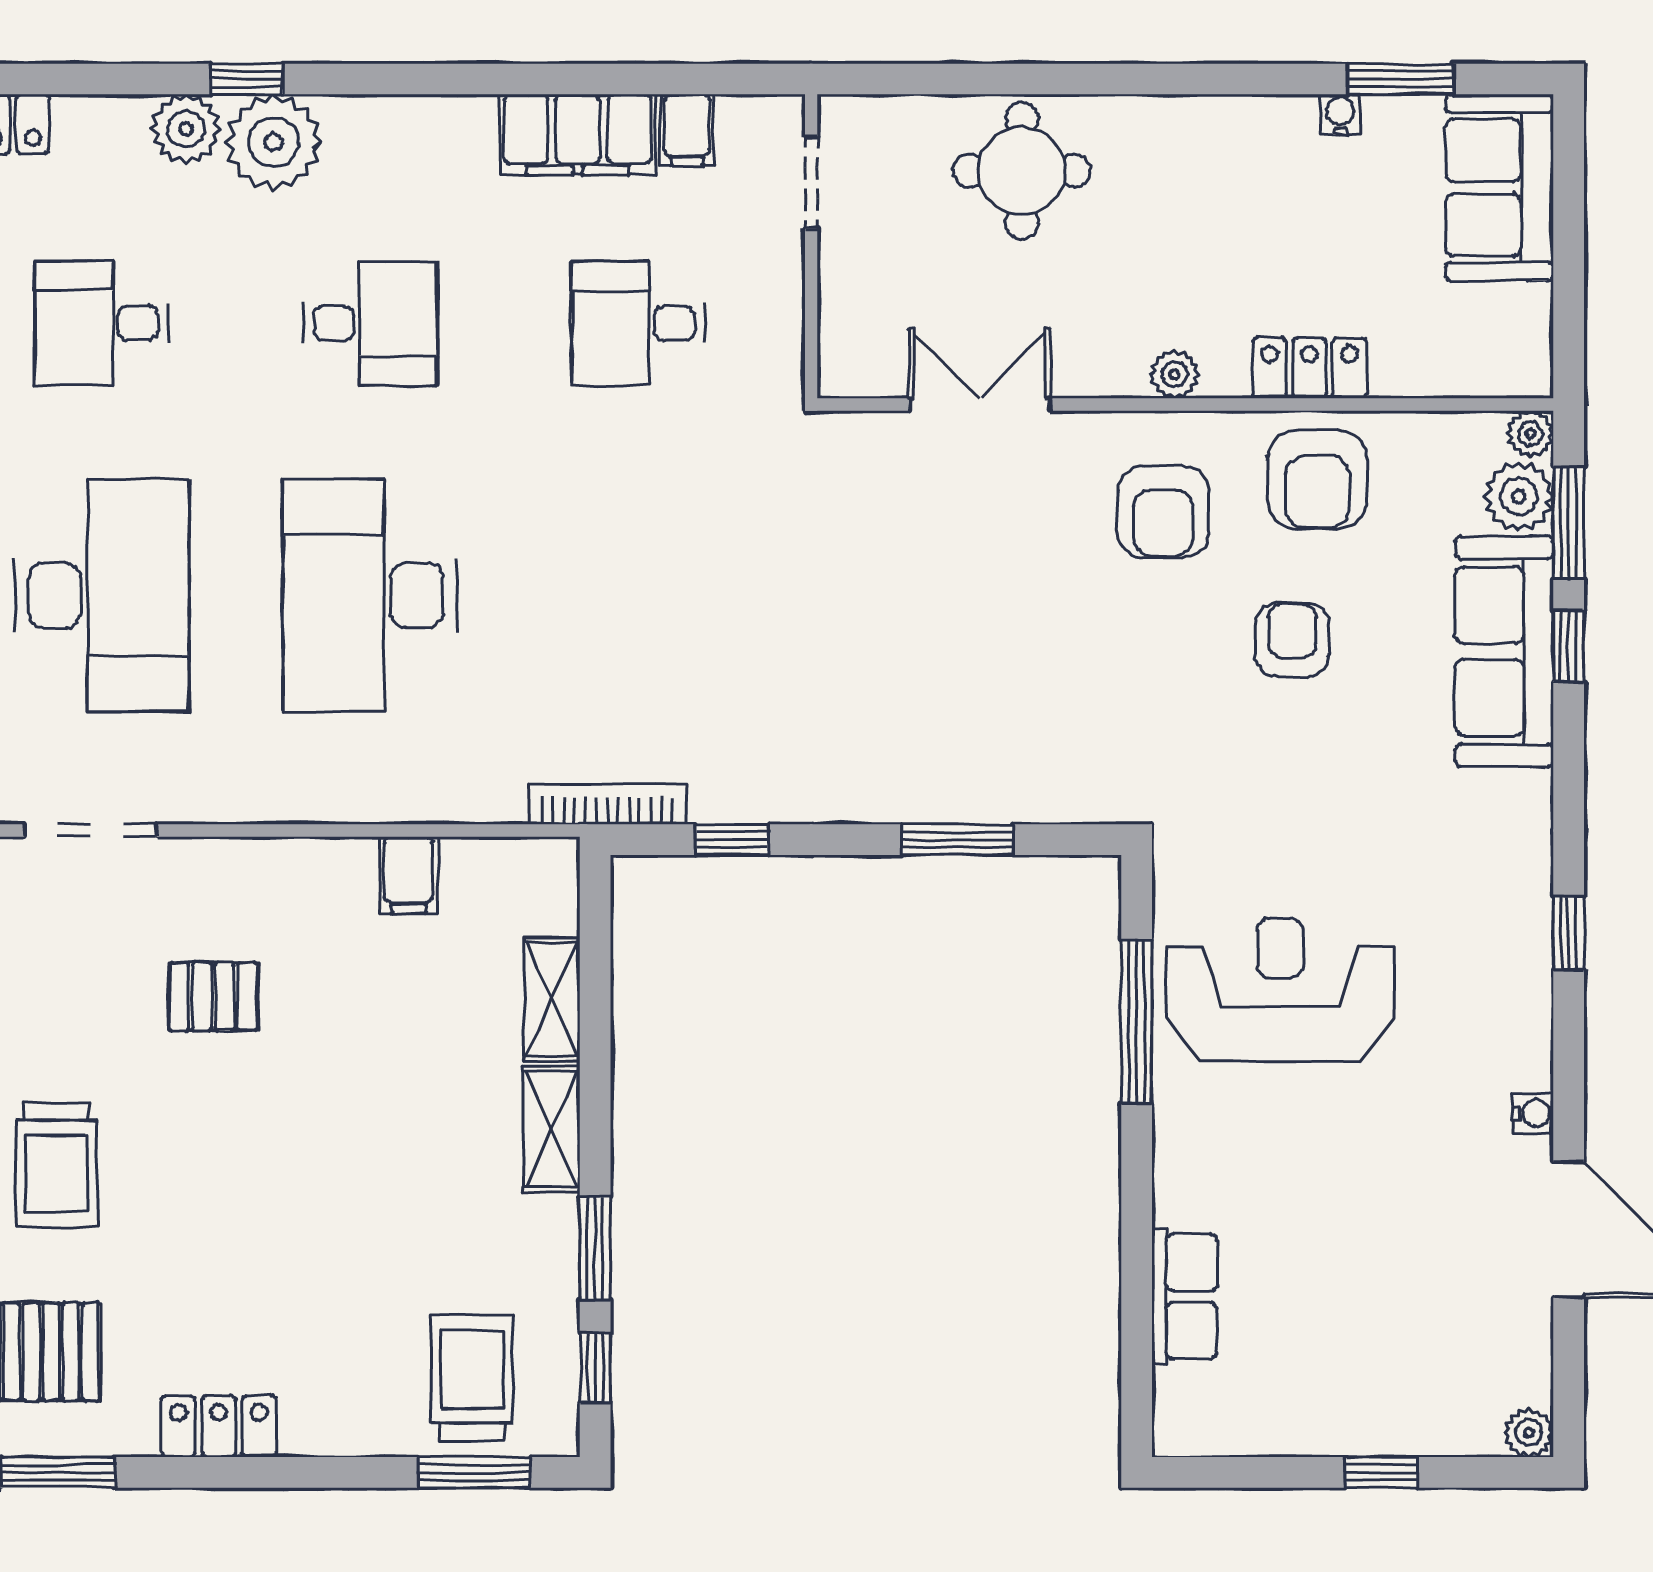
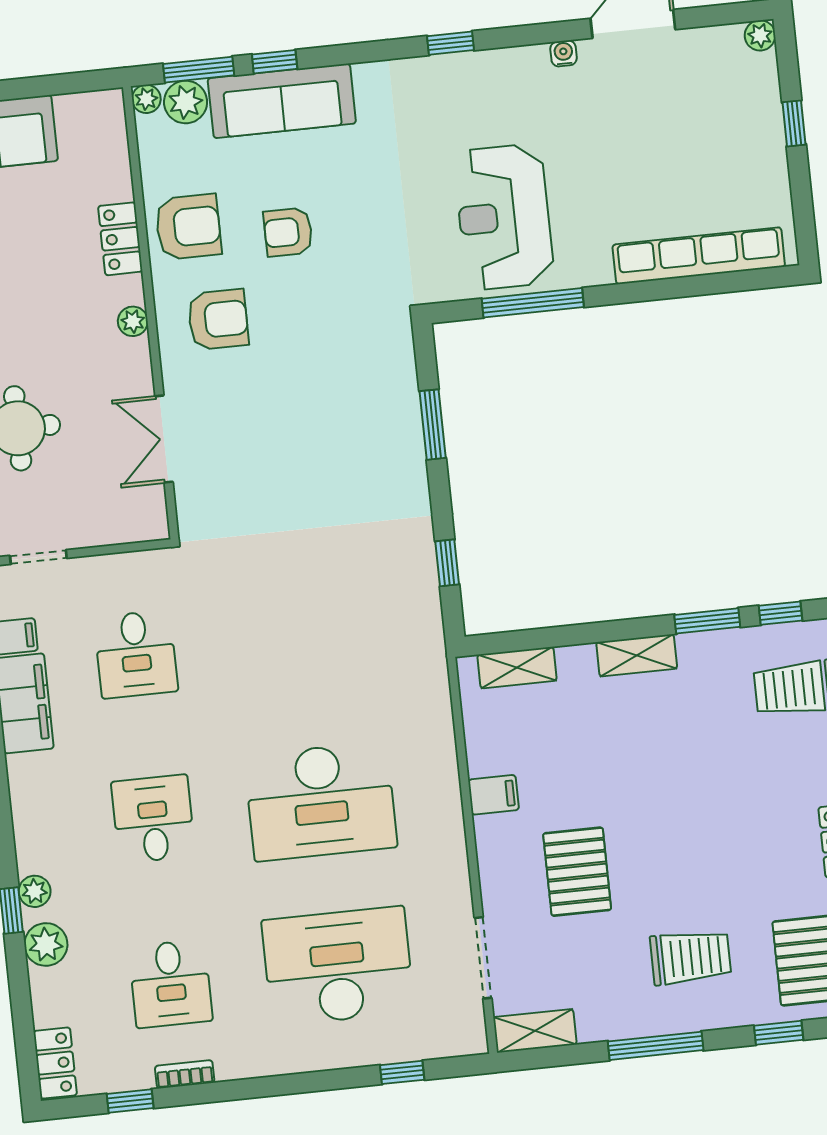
plant: (273, 142) -> (35, 891), width x0.53, depth x0.53
bookcase: (607, 804) -> (433, 642), removed
filing cabinet: (409, 875) -> (494, 795), moved
pallet: (213, 997) -> (577, 872), width x1.50, depth x1.42
shelving: (552, 999) -> (517, 668), moved
row of seats: (1184, 1297) -> (699, 256), width x2.02

